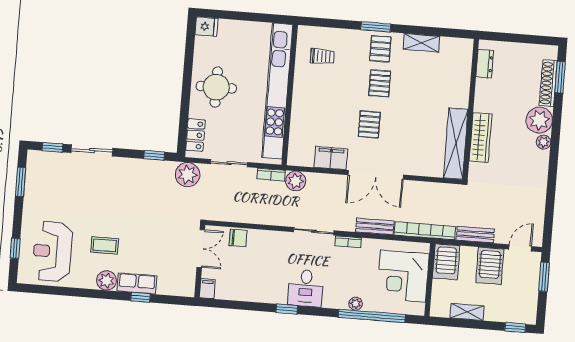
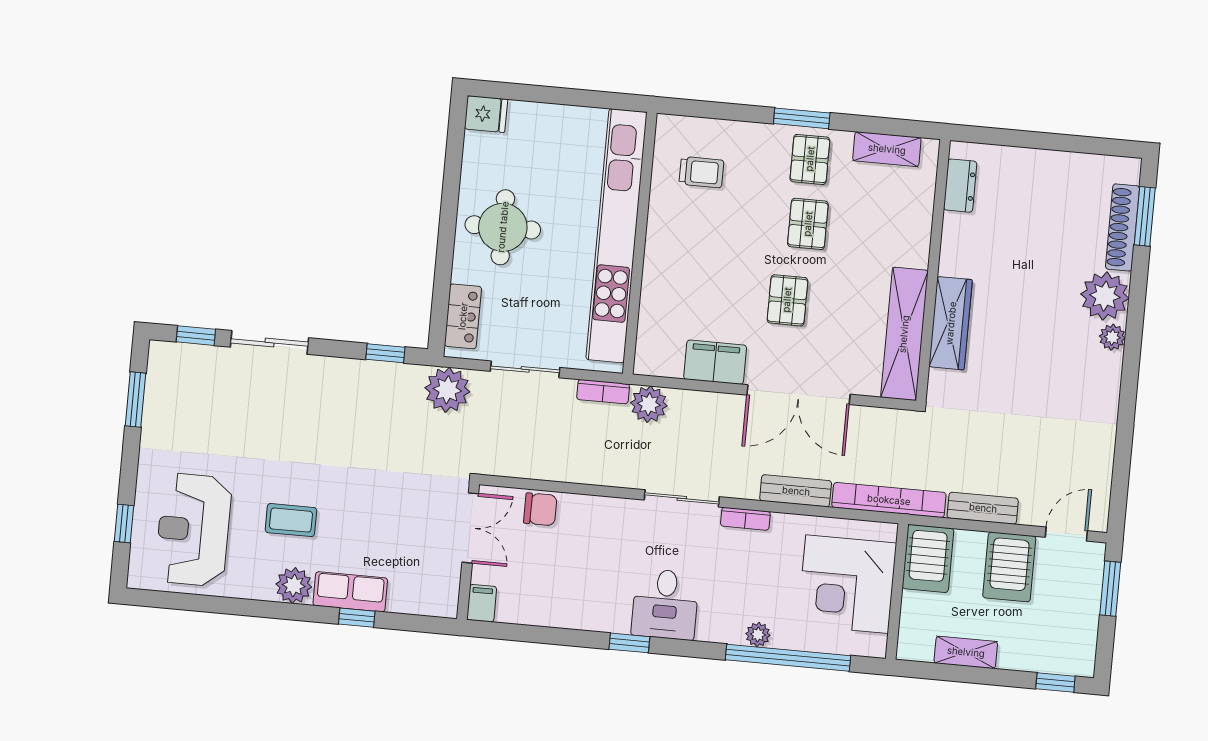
dresser: (485, 64) -> (960, 186), moved
wall: (471, 109) -> (933, 270), moved
wardrobe: (480, 138) -> (951, 323), moved
shelving: (456, 144) -> (904, 334), moved

